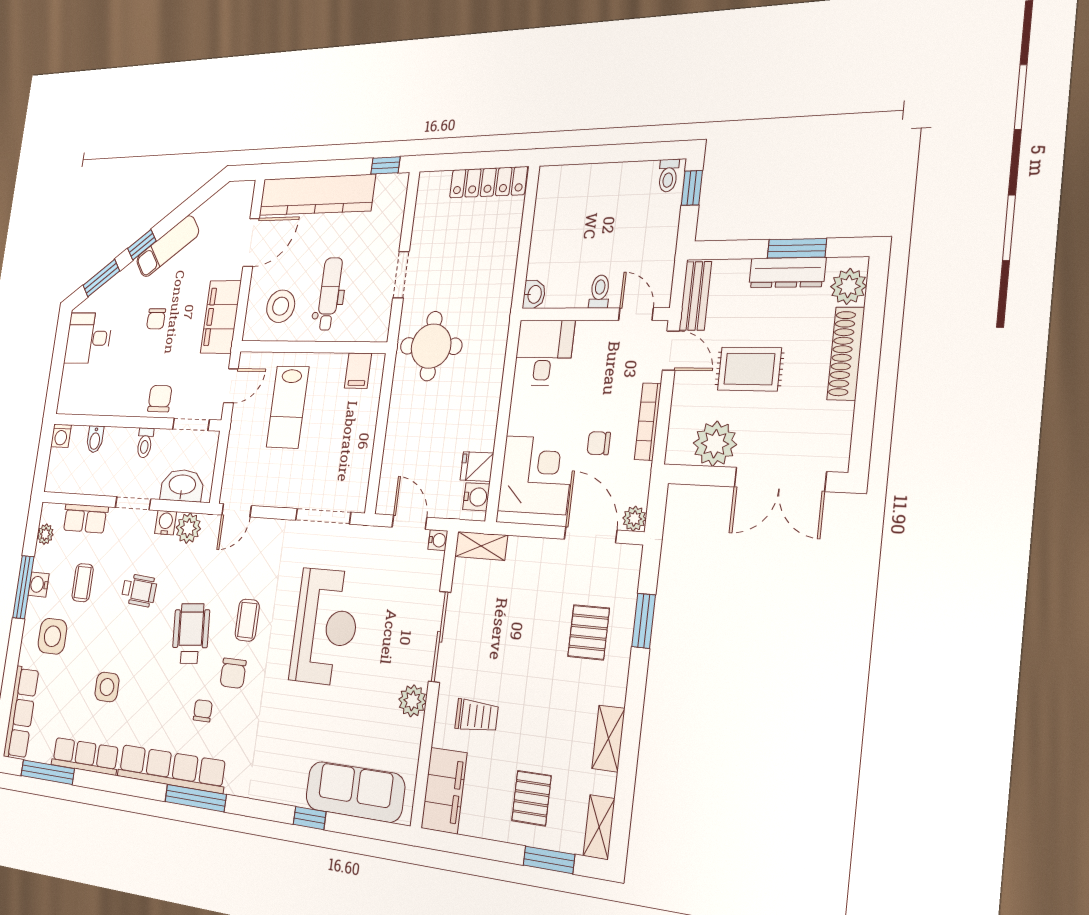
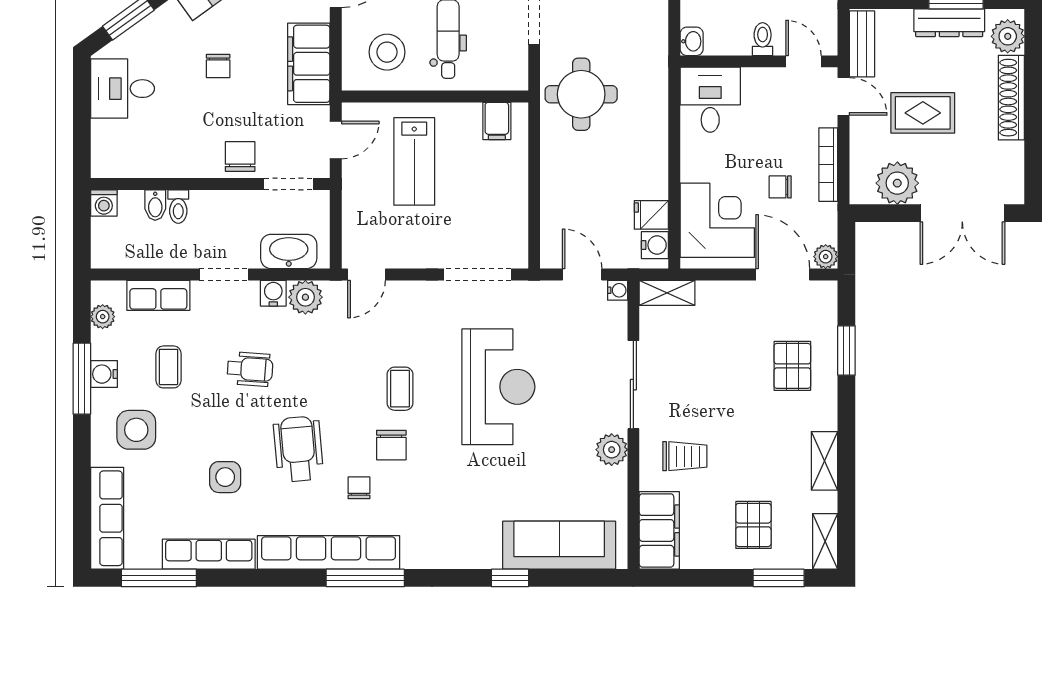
toilet: (145, 443) -> (178, 207), moved
wheelchair: (191, 633) -> (298, 449), moved

